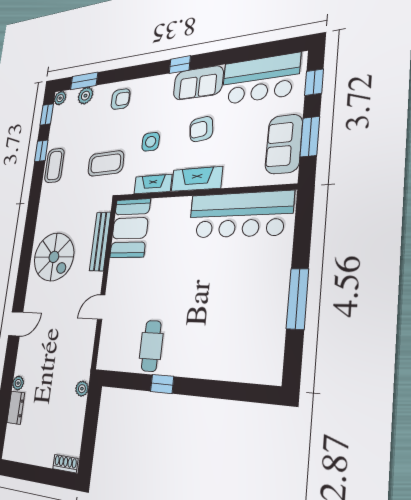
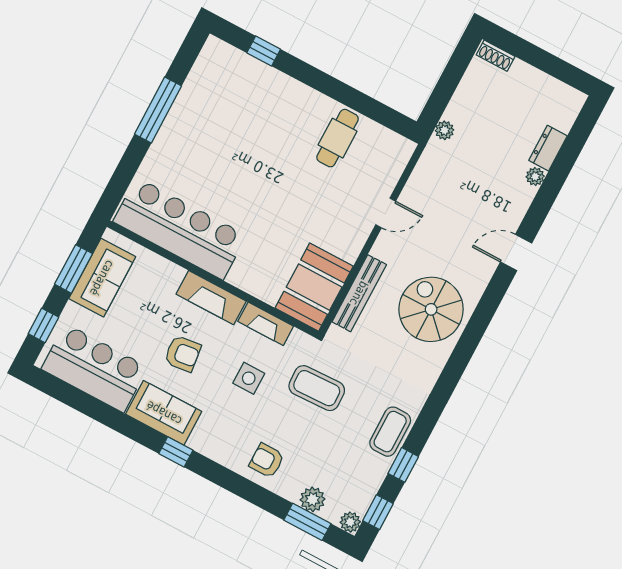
window: (162, 384) -> (264, 51), moved

